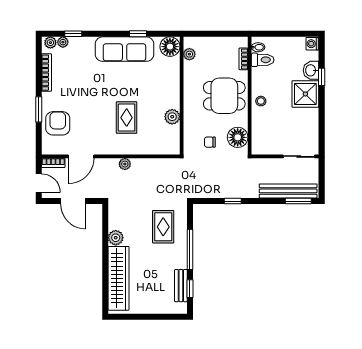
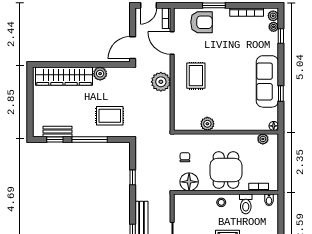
floor lamp: (170, 47) -> (274, 126), width x0.53, depth x0.53
toilet: (263, 60) -> (246, 204), moved
rug: (127, 118) -> (196, 76), moved, turned 90
plant: (125, 164) -> (161, 82), width x1.88, depth x1.88
door: (73, 201) -> (133, 48), moved

